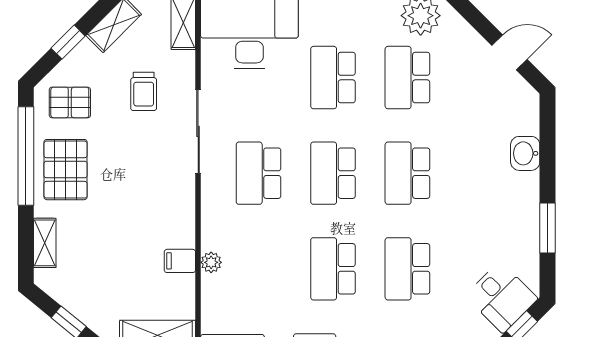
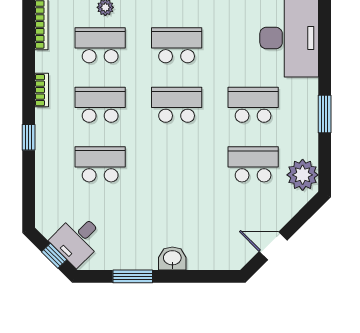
door: (509, 52) -> (273, 246), swing flipped
washbasin: (525, 153) -> (172, 258), moved
school desk: (407, 173) -> (100, 45), moved

